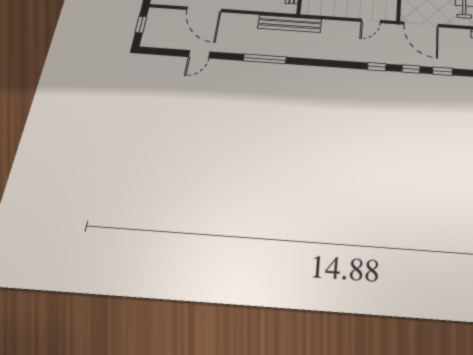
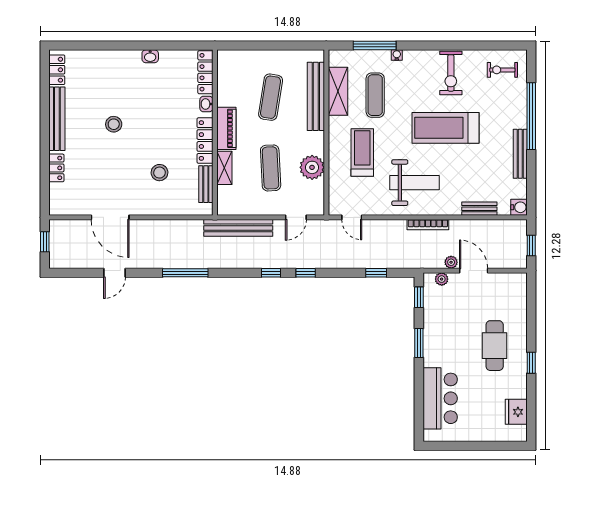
bench: (290, 24) -> (238, 228), moved
door: (421, 24) -> (352, 217), width x0.53
window: (411, 69) -> (271, 273), moved

